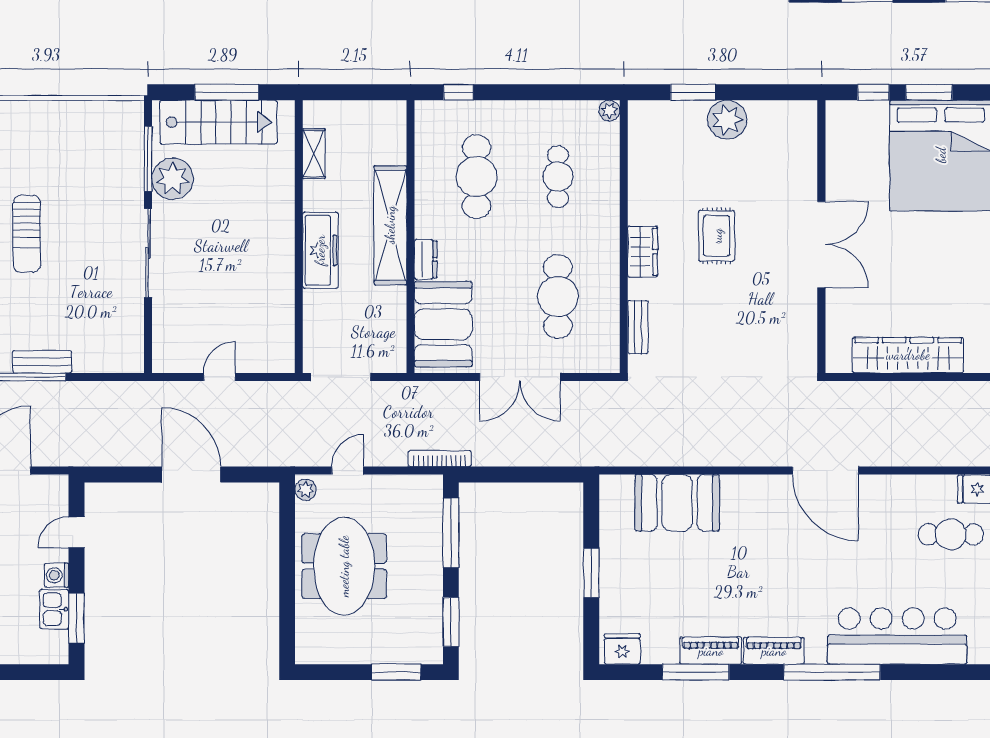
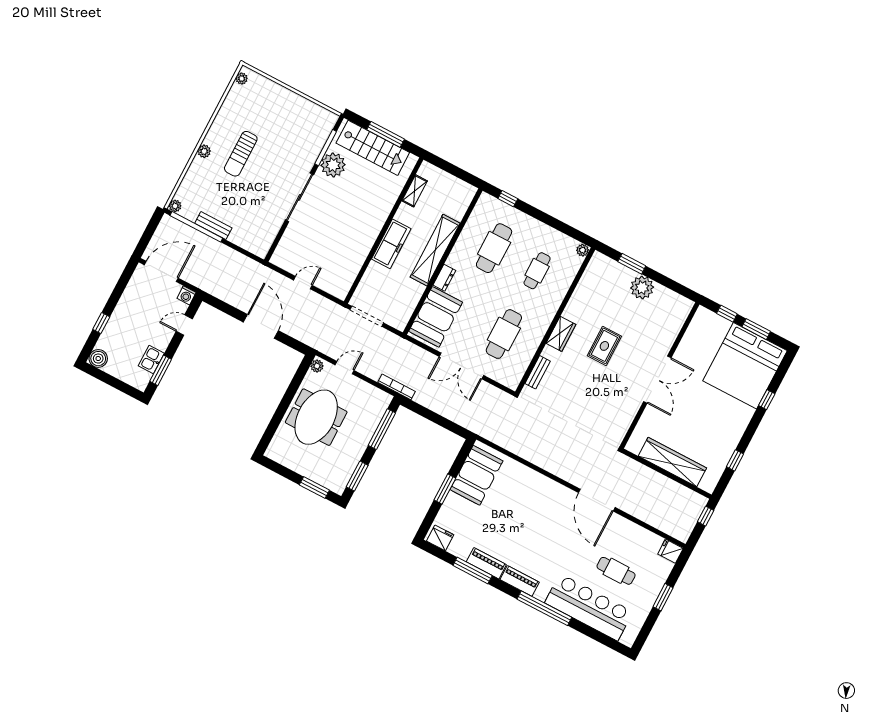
booth: (677, 503) -> (476, 475), moved, turned 90
cafe table: (951, 534) -> (616, 571), moved
washing machine: (57, 575) -> (187, 295), moved, turned -90

